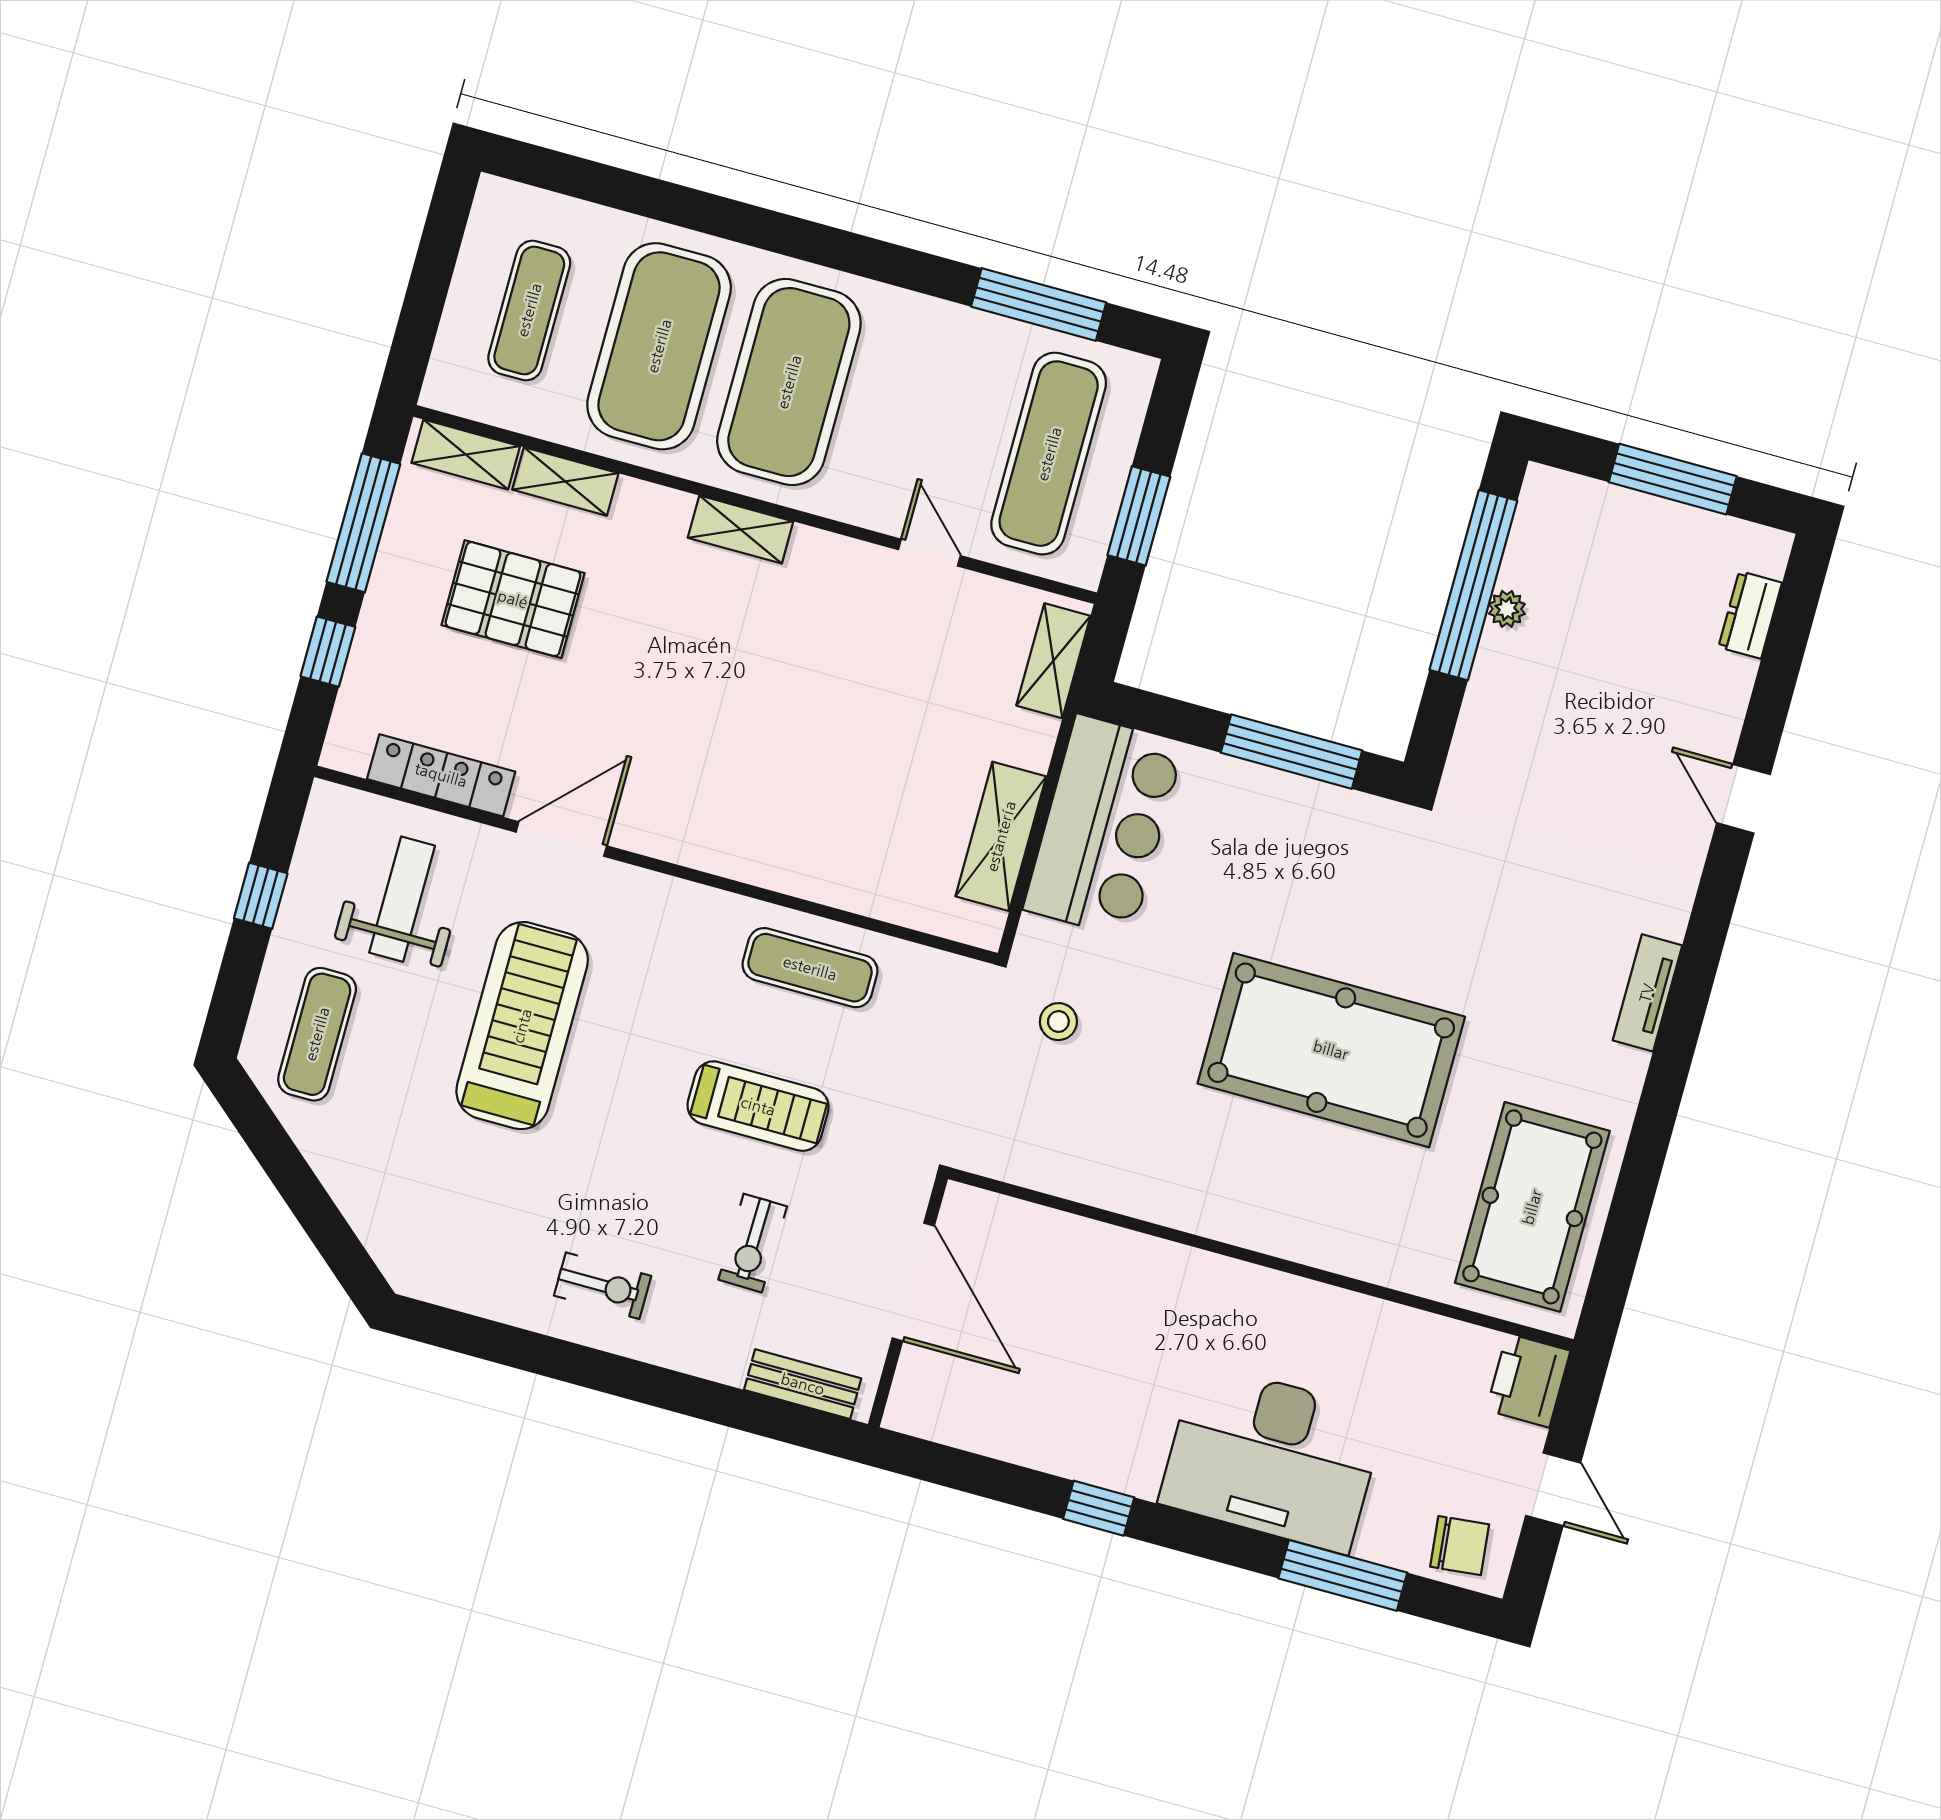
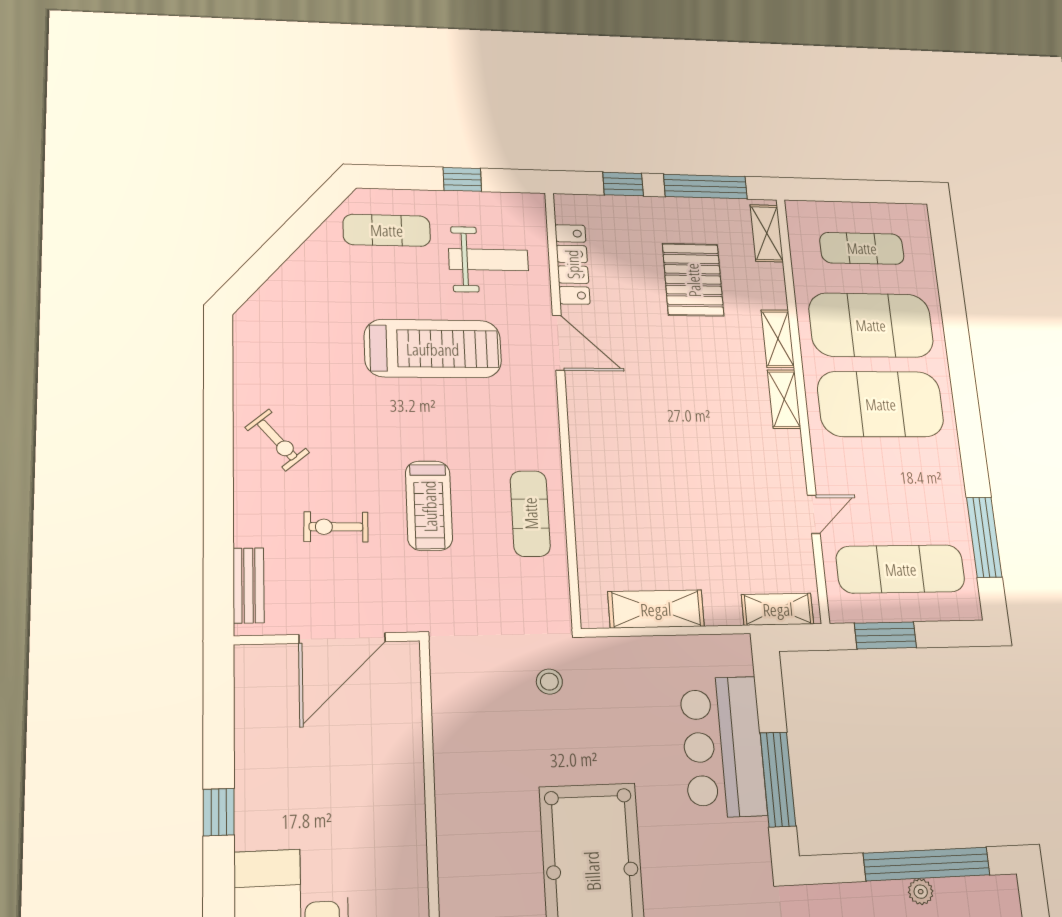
shelving: (565, 481) -> (778, 339), moved
bar counter: (1104, 826) -> (723, 747), moved, turned 90
exercise bike: (603, 1286) -> (277, 440), turned -40

